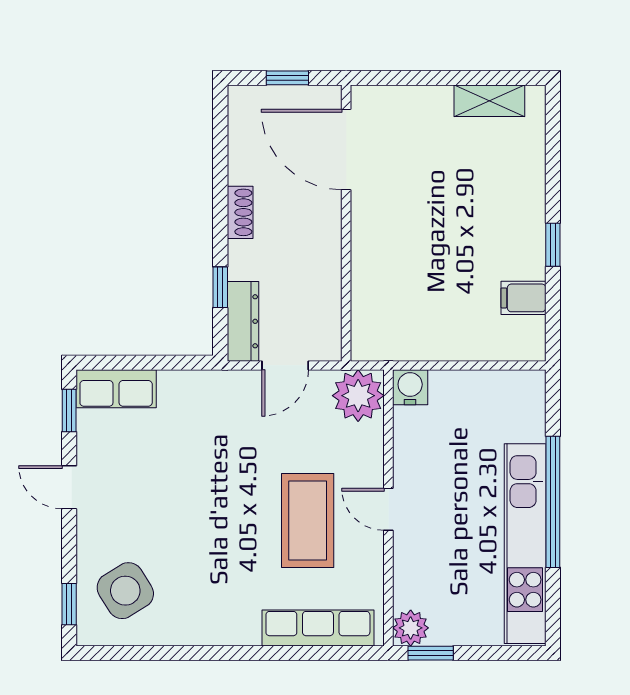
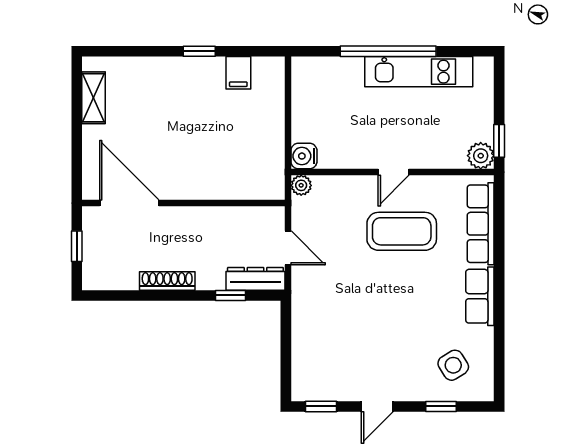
door: (346, 149) -> (129, 203), swing flipped
shoe rack: (240, 212) -> (167, 281), width x1.43
row of seats: (116, 389) -> (480, 296), moved, turned 180
plant: (358, 396) -> (301, 185), width x0.53, depth x0.53
kitchen unit: (525, 544) -> (419, 72), width x0.73
side table: (125, 591) -> (453, 365), width x0.73, depth x0.73
window: (69, 604) -> (441, 406), moved

